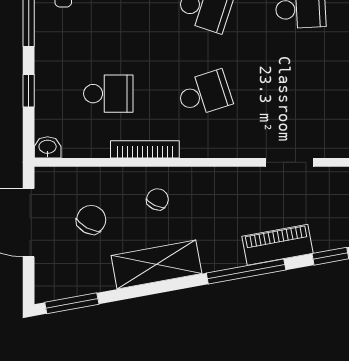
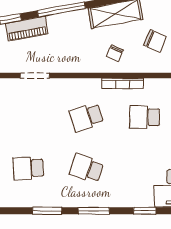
chair: (91, 220) -> (155, 41), turned -95
piano: (278, 245) -> (27, 29), moved

